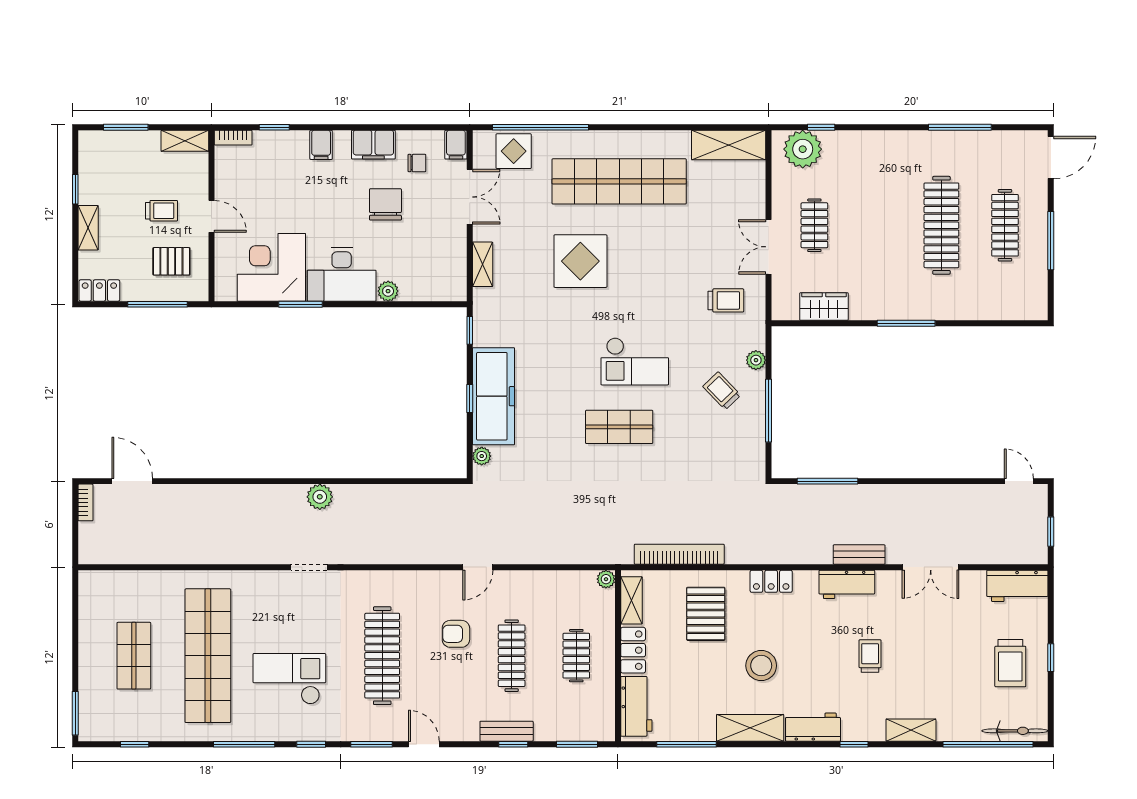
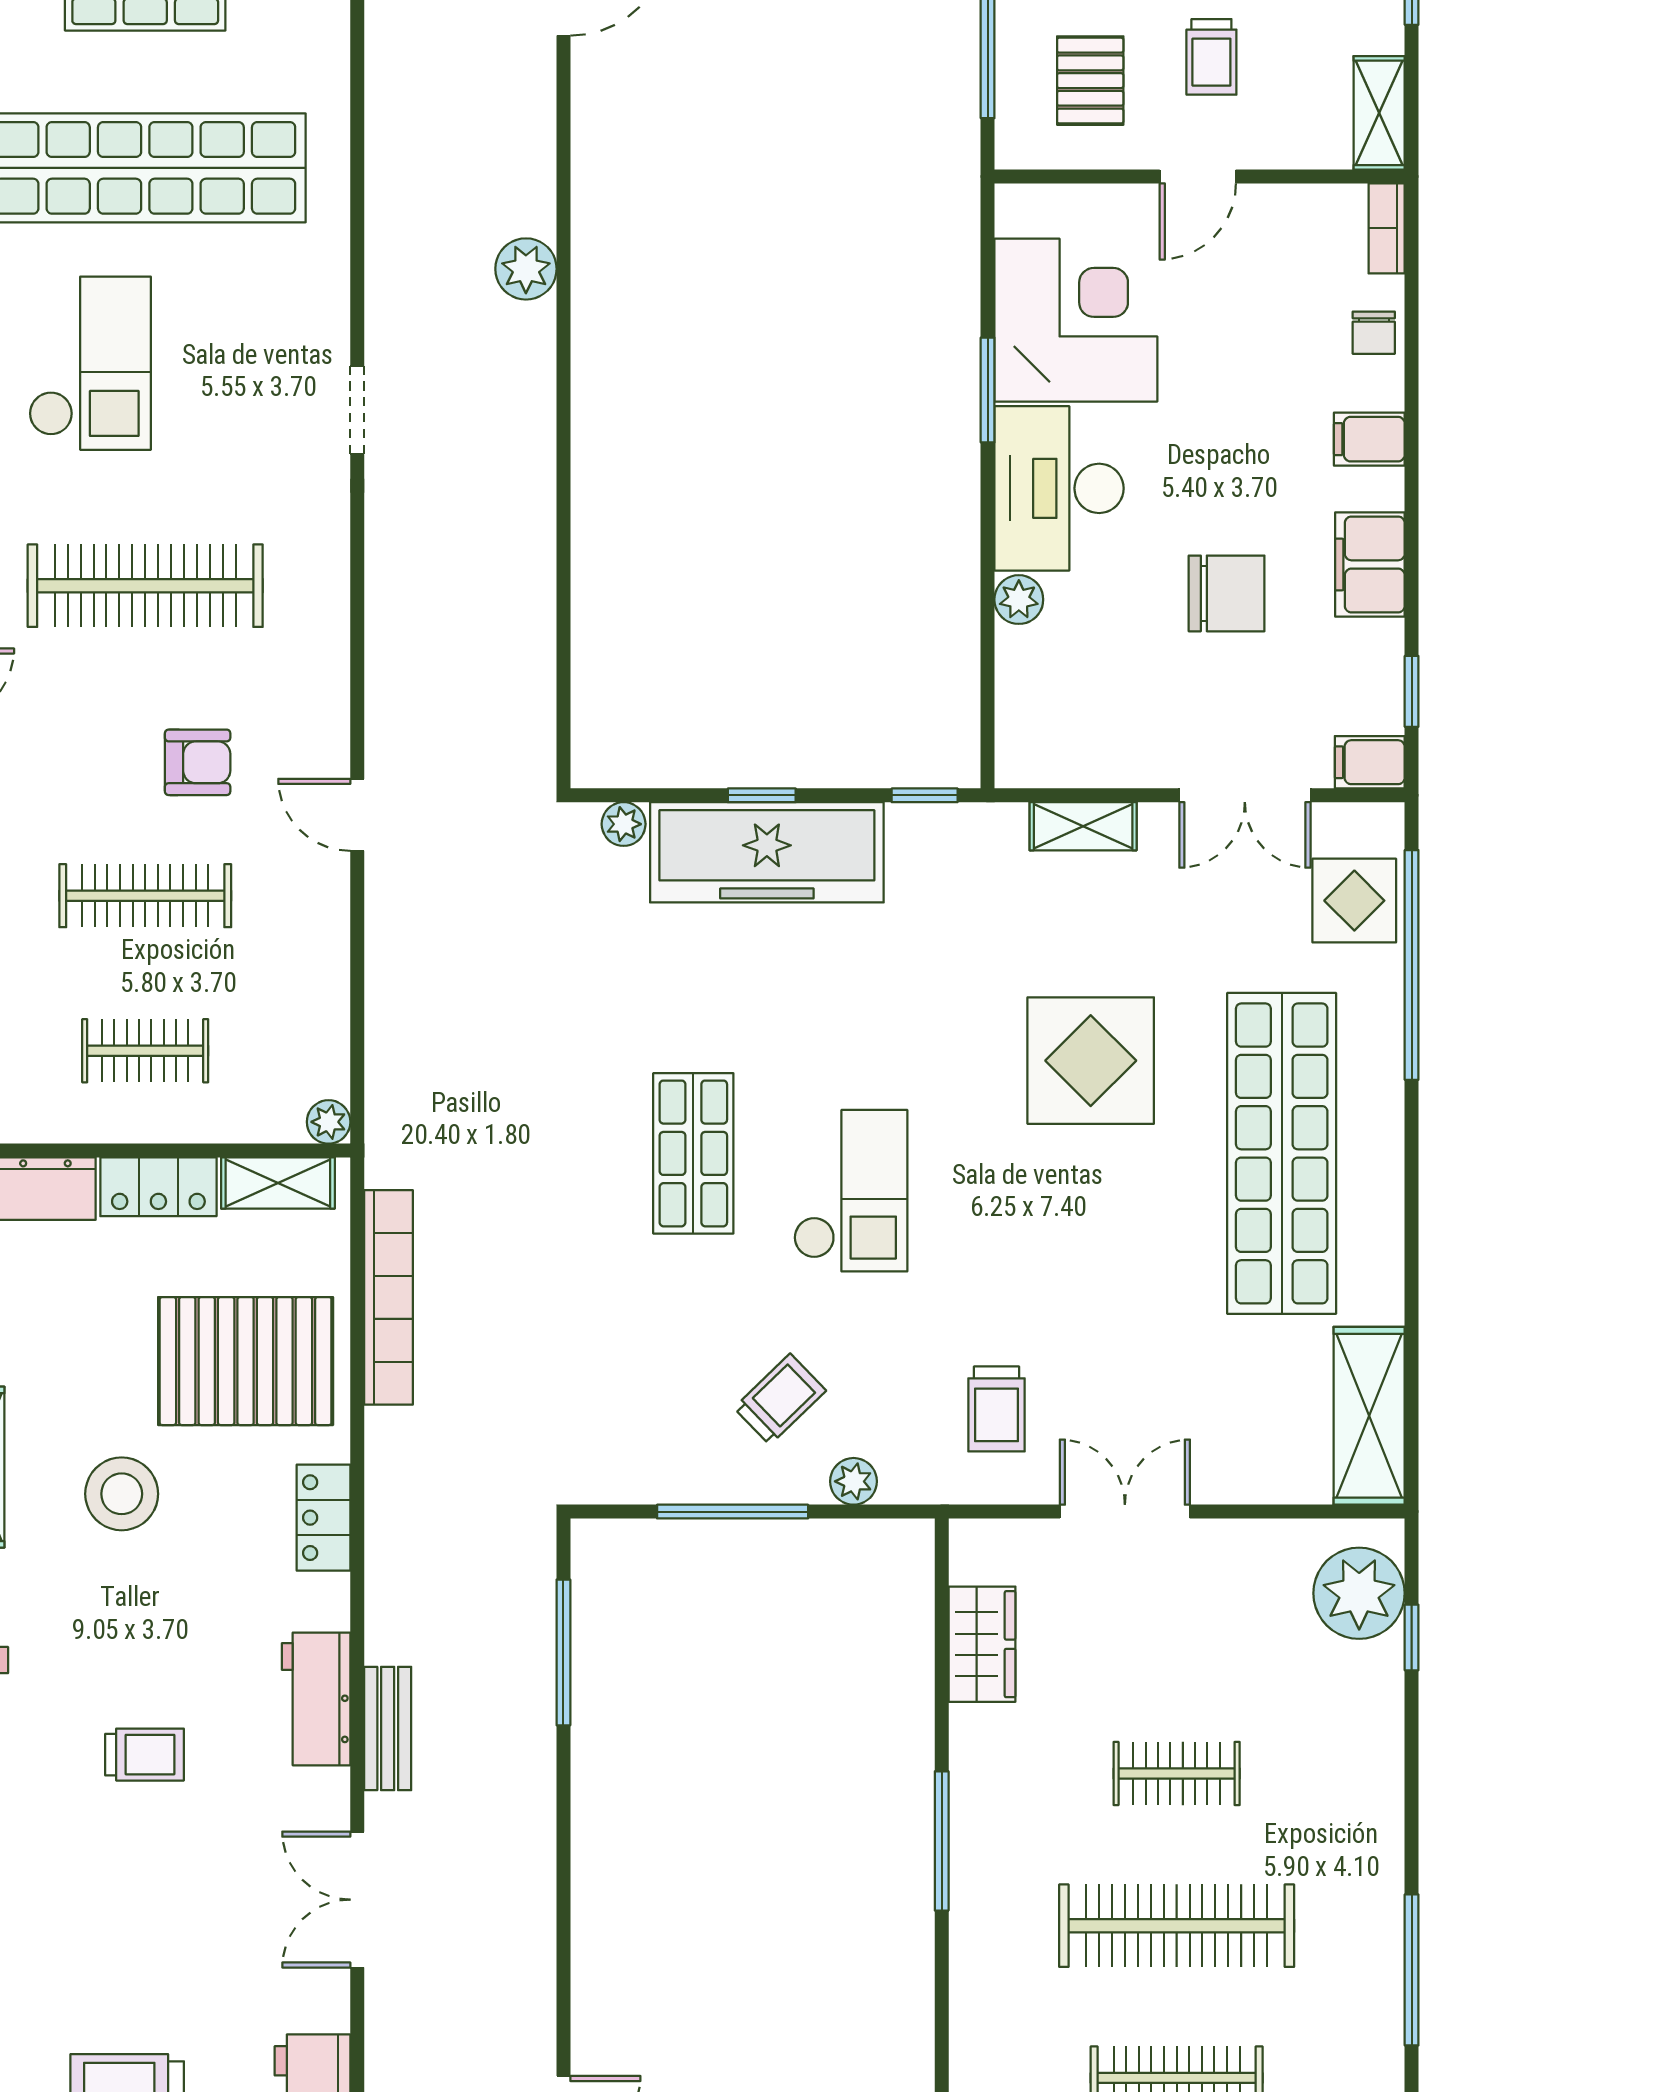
window: (274, 127) -> (1412, 691), moved
chair: (417, 163) -> (1374, 333), moved
clothes rail: (814, 225) -> (1177, 1773), moved
checkout: (635, 361) -> (851, 1191), turned 180
plant: (320, 497) -> (526, 269), moved
pallet: (706, 614) -> (246, 1361), width x1.37, depth x1.41
armchair: (456, 634) -> (198, 762), turned 90

